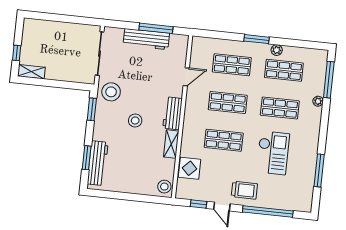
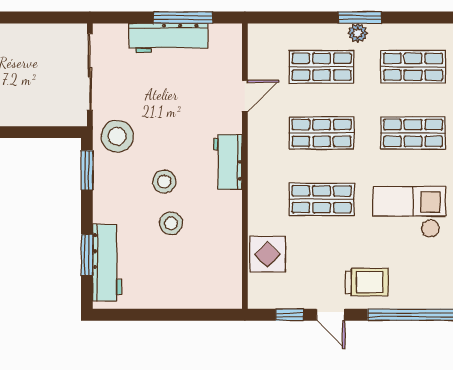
plant: (277, 50) -> (358, 33), moved
shelving: (171, 144) -> (231, 216), removed
checkout: (273, 153) -> (409, 212), turned -90
stool: (164, 187) -> (171, 223), moved

